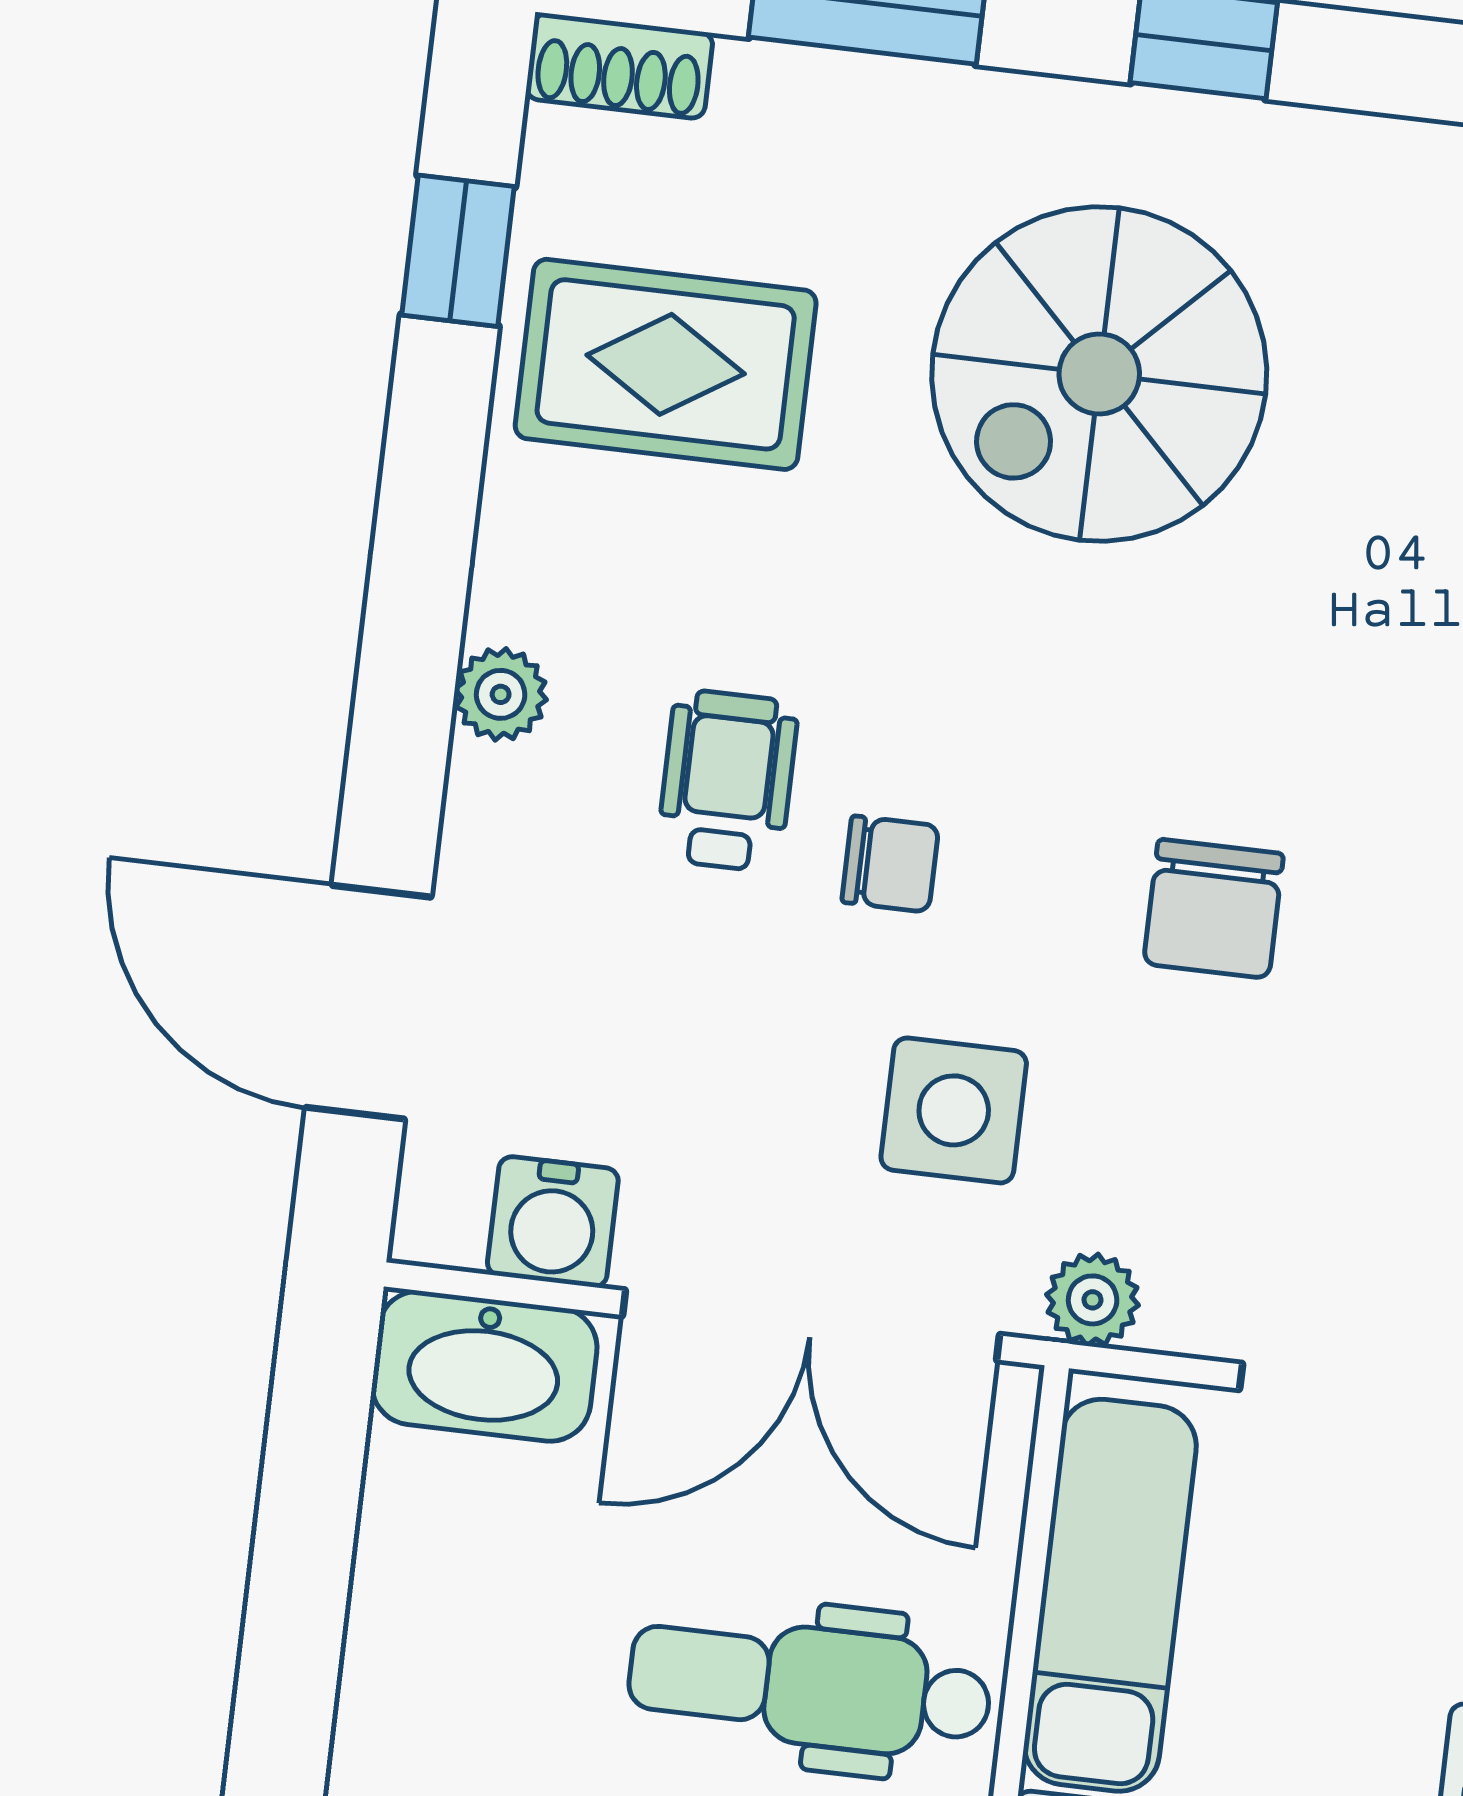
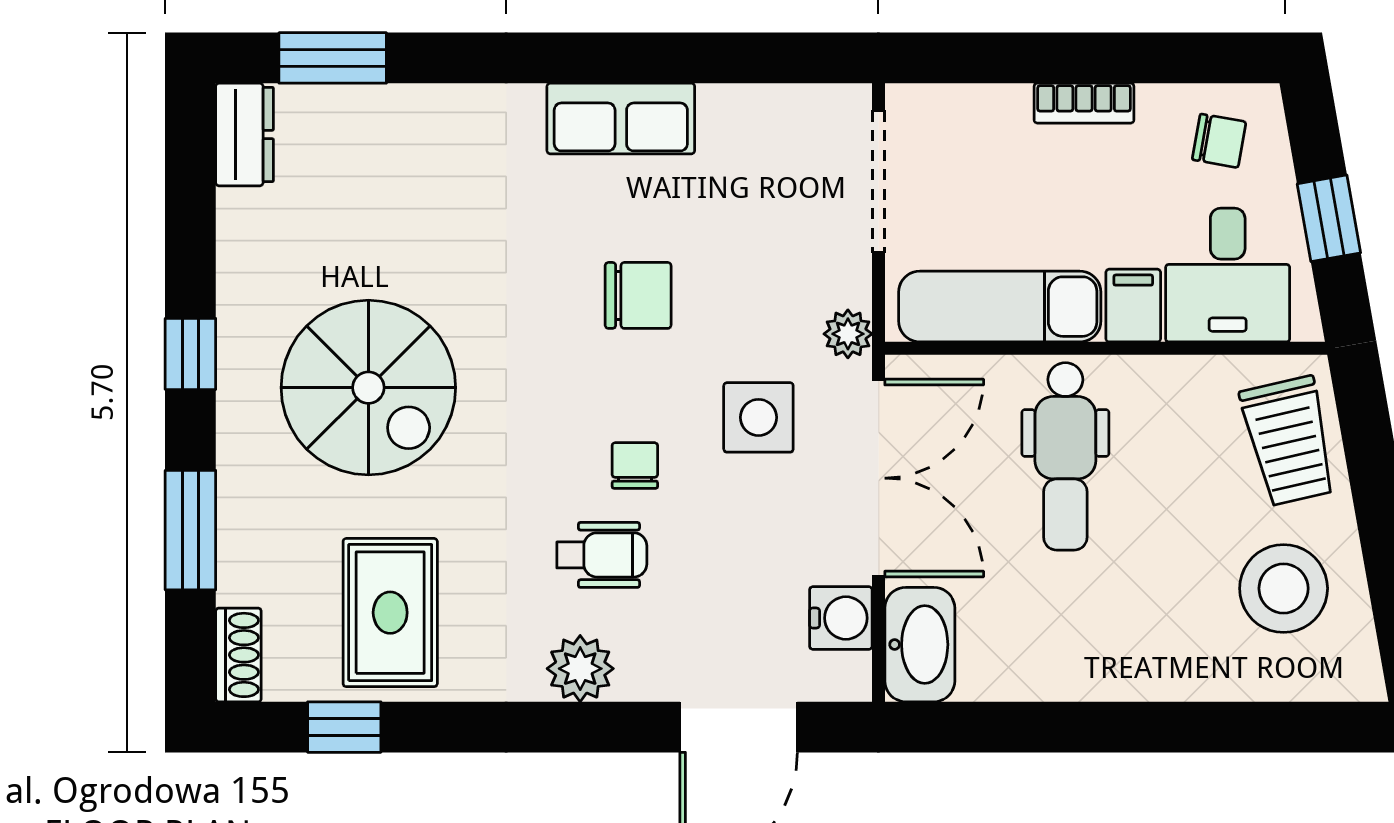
plant: (501, 694) -> (580, 669), width x1.38, depth x1.38
wheelchair: (727, 781) -> (602, 555), turned 180

